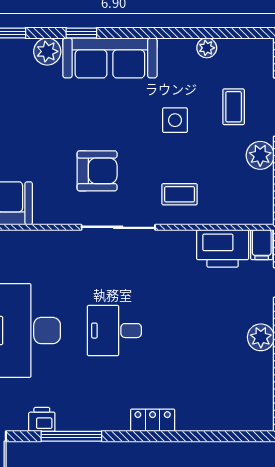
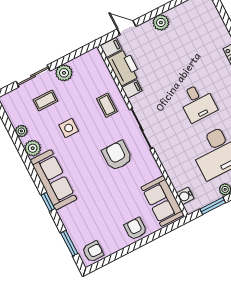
plant: (47, 51) -> (33, 148), moved
filing cabinet: (184, 244) -> (132, 89), added

